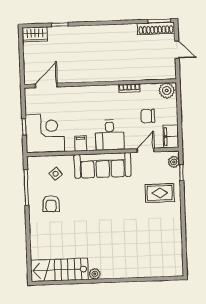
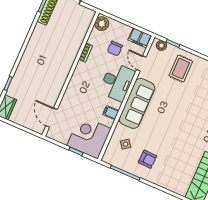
desk: (110, 135) -> (117, 82), width x1.37

